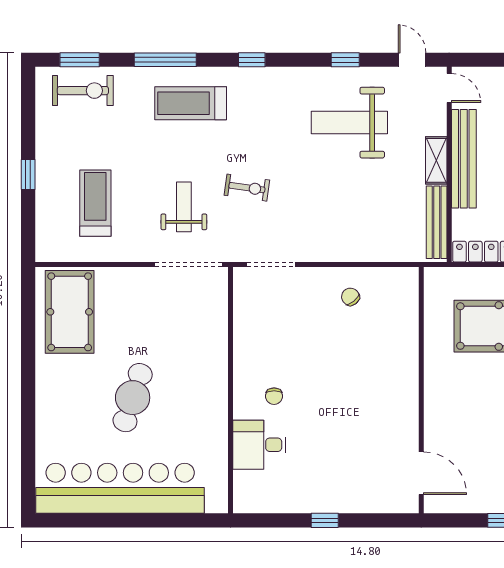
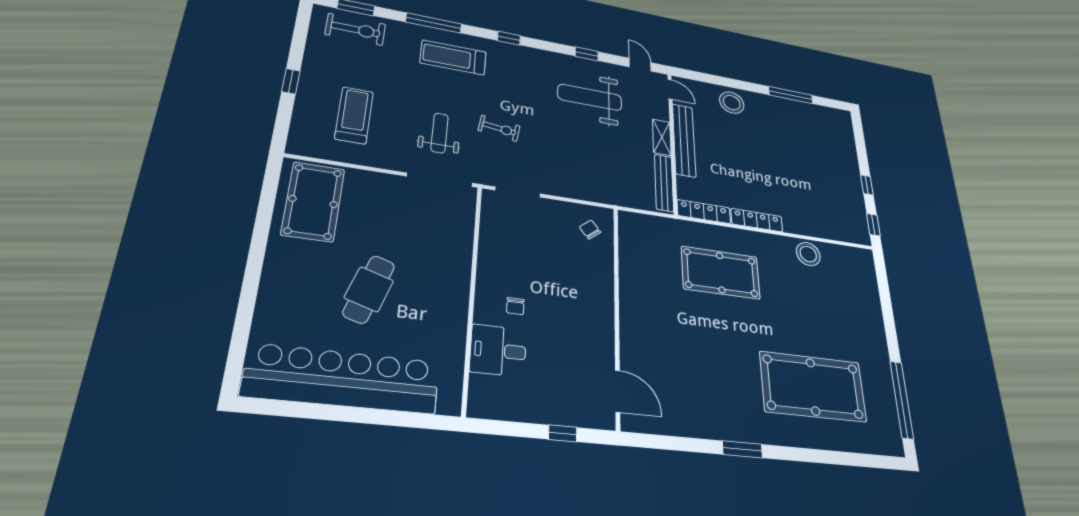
wall: (421, 390) -> (617, 313), moved
door: (421, 473) -> (618, 391), moved

